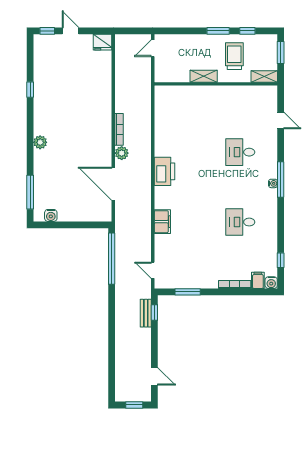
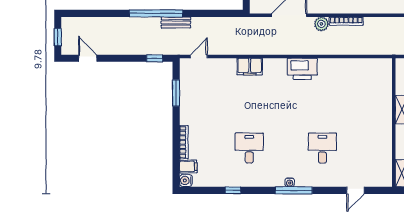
window: (112, 259) -> (156, 13), moved
window: (281, 260) -> (233, 190), moved
bench: (146, 313) -> (176, 22), moved
door: (154, 376) -> (88, 58), swing flipped

